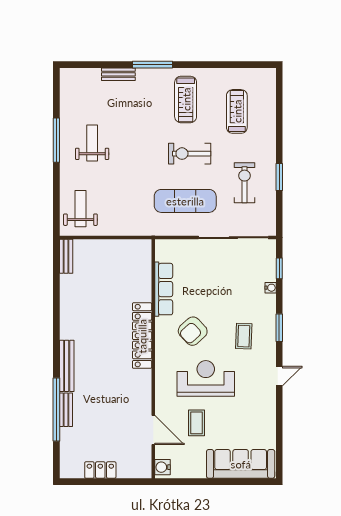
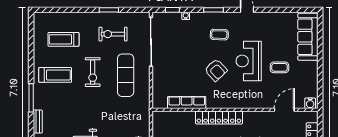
row of seats: (164, 289) -> (187, 102), moved
locker: (142, 336) -> (219, 117), moved
wall: (153, 359) -> (235, 110), moved
door: (153, 430) -> (284, 110), moved
water cooler: (163, 467) -> (310, 103), moved

